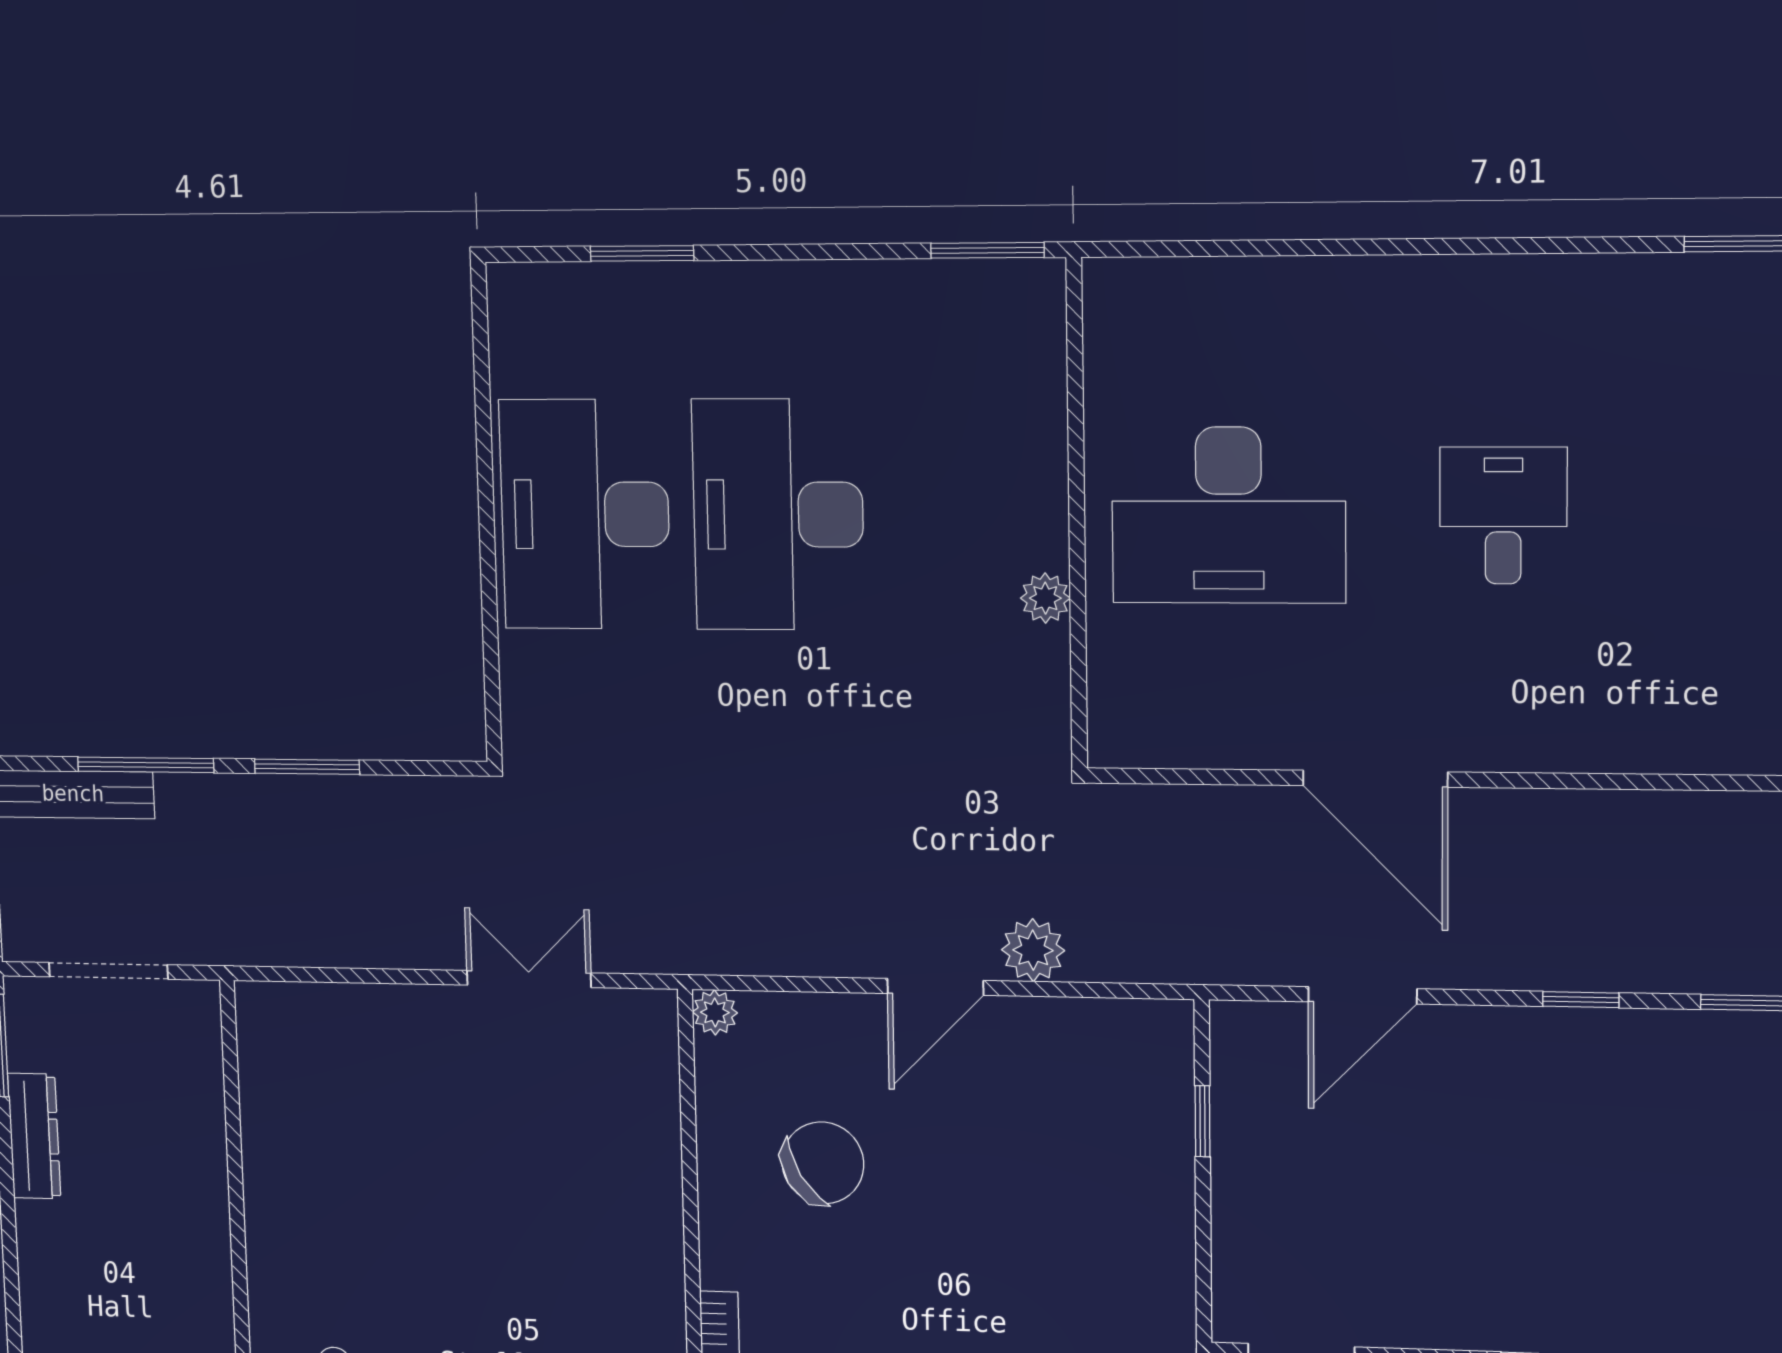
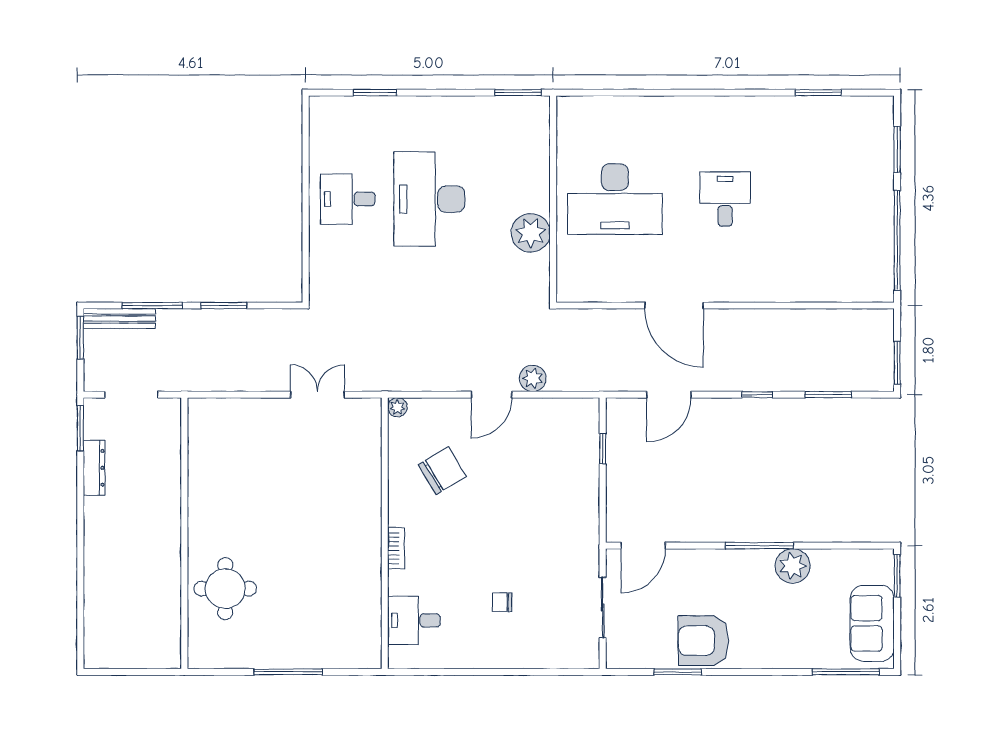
desk: (585, 514) -> (348, 199), width x0.53, depth x0.77
plant: (1045, 598) -> (531, 233), width x1.87, depth x1.87

